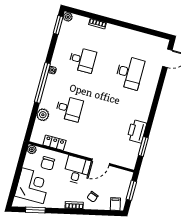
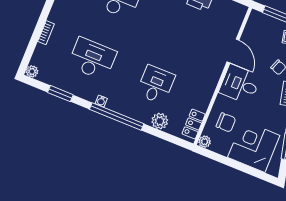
window: (58, 25) -> (60, 94), moved
desk: (82, 60) -> (92, 59), width x1.37
locker: (54, 143) -> (194, 124), moved

